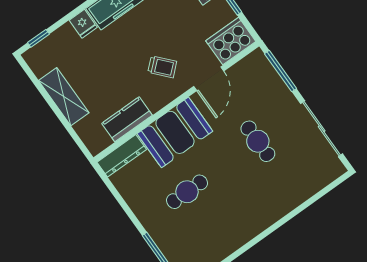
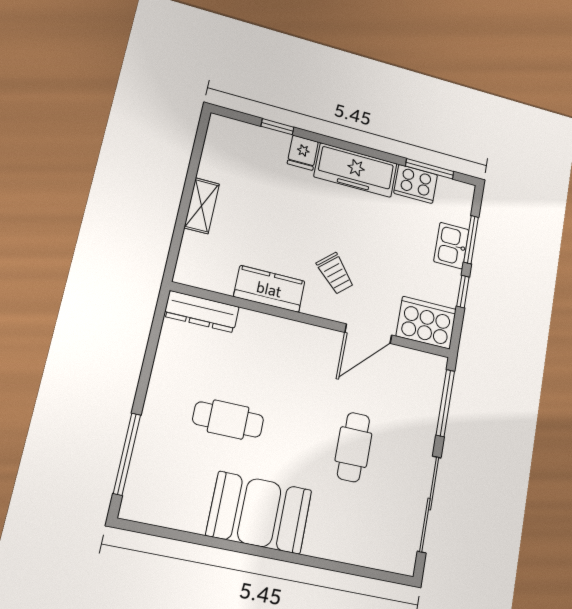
window: (38, 38) -> (277, 127), moved
shelving: (64, 97) -> (202, 206), width x0.67, depth x0.75
kitchen counter: (127, 119) -> (269, 289), moved
booth: (175, 132) -> (259, 513), moved

